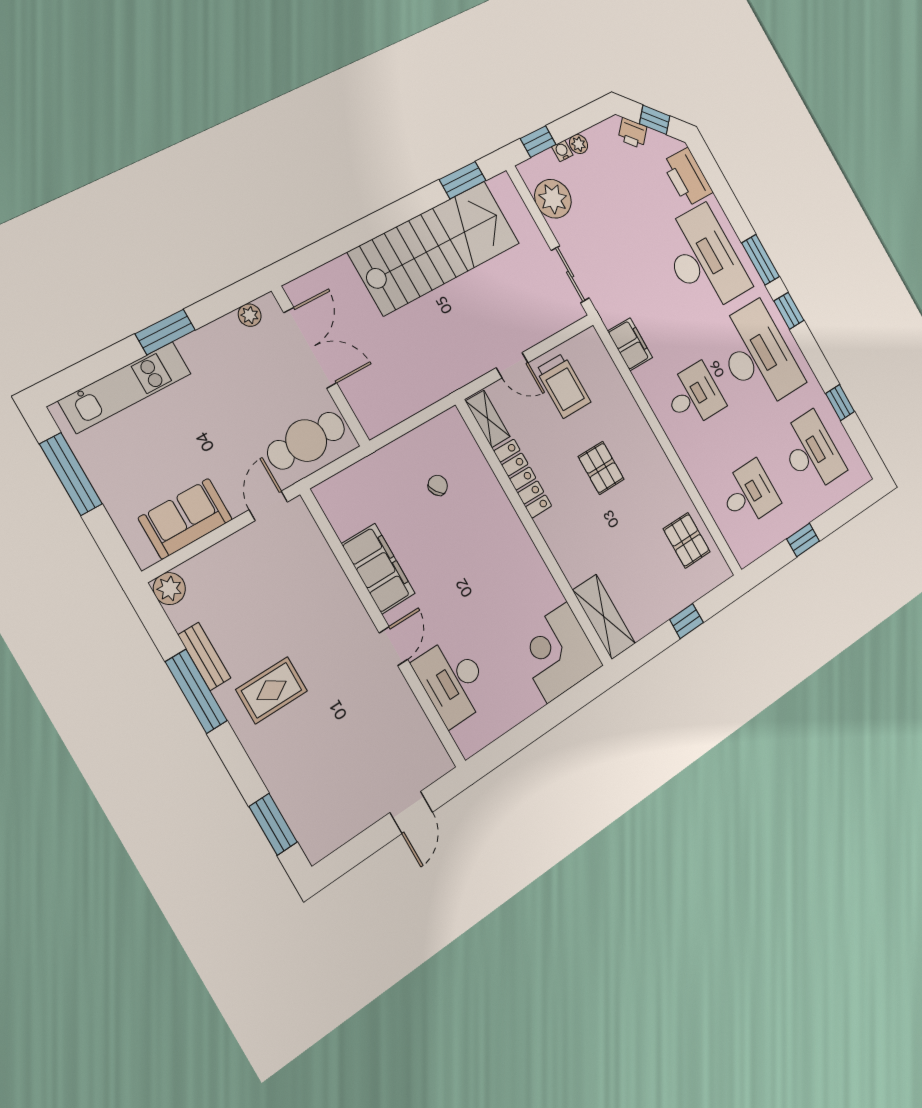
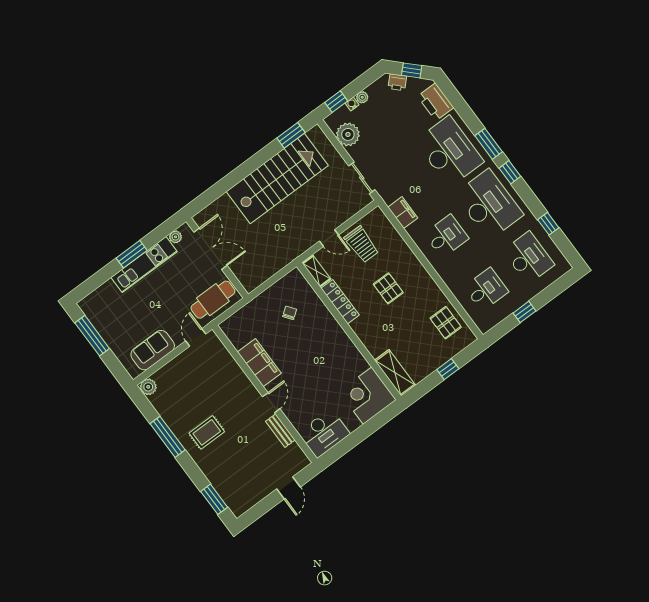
kitchen unit: (125, 387) -> (144, 265), moved
bench: (204, 656) -> (280, 431), moved
desk: (453, 681) -> (324, 433), moved, turned -90

